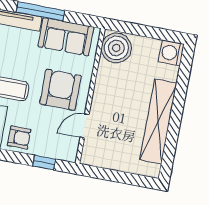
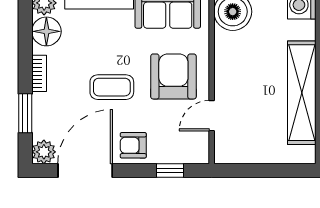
armchair: (19, 138) -> (133, 145), turned 180

